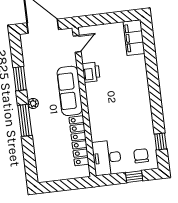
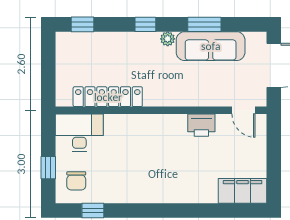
sofa: (70, 91) -> (211, 46), moved, turned 180
window: (25, 120) -> (145, 24), width x0.46
chair: (141, 156) -> (76, 181), turned 90
window: (30, 165) -> (82, 24), added

